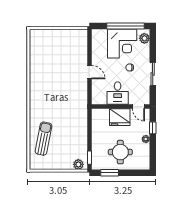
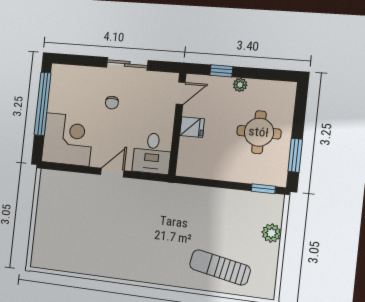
plant: (144, 38) -> (66, 73), removed
corner desk: (122, 44) -> (68, 139), moved
desk: (118, 93) -> (152, 153), moved, turned 90
fridge: (120, 117) -> (192, 127), width x0.53, depth x0.75
plant: (78, 164) -> (271, 233), moved

